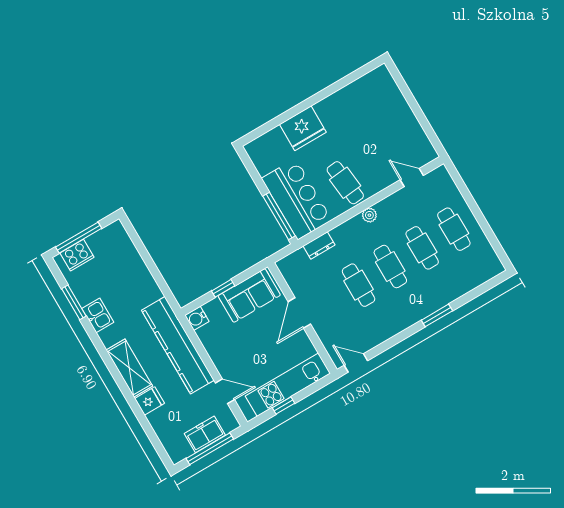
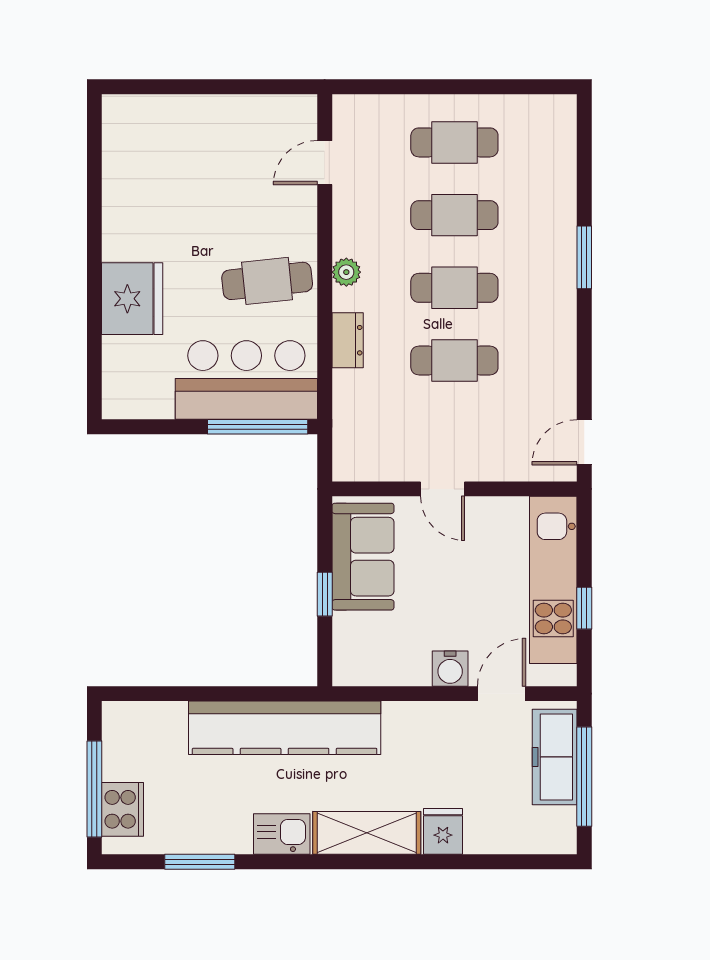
dresser: (319, 245) -> (348, 340), moved
door: (299, 313) -> (443, 489), width x0.73
kitchen sink: (98, 315) -> (282, 834), moved
water cooler: (197, 318) -> (450, 669), moved
kitchen counter: (178, 345) -> (285, 728), moved
freezer: (205, 434) -> (555, 757), width x1.40

